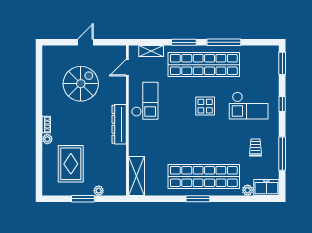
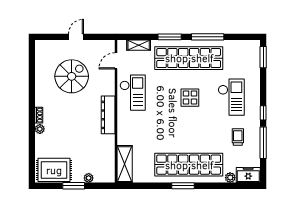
window: (282, 104) -> (263, 113), moved
checkout: (249, 106) -> (231, 97), turned -90
rug: (71, 164) -> (54, 170), moved, turned 90

